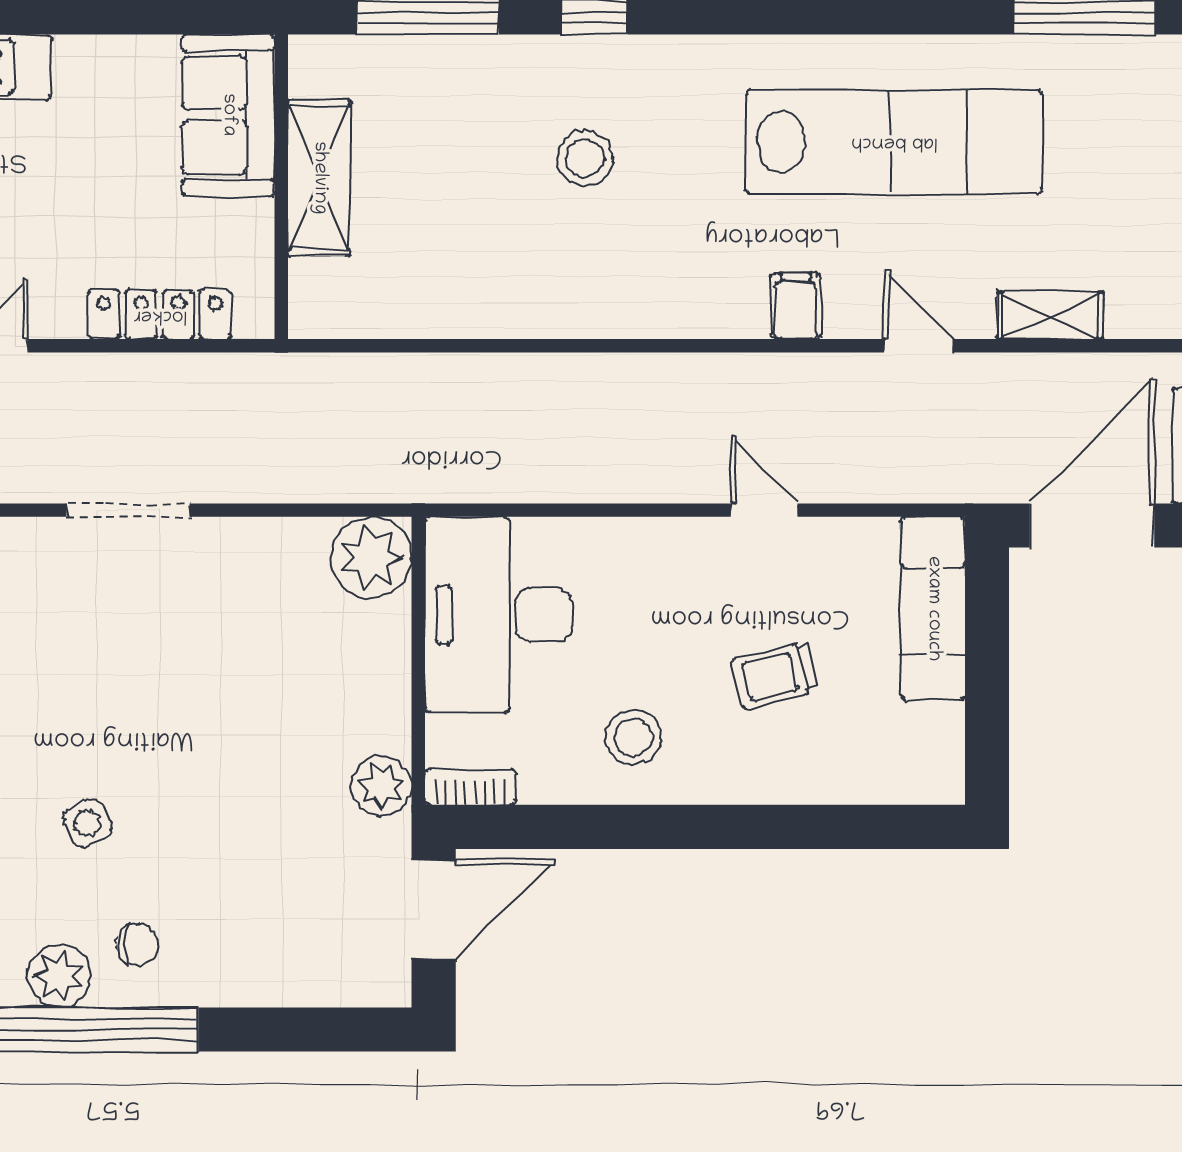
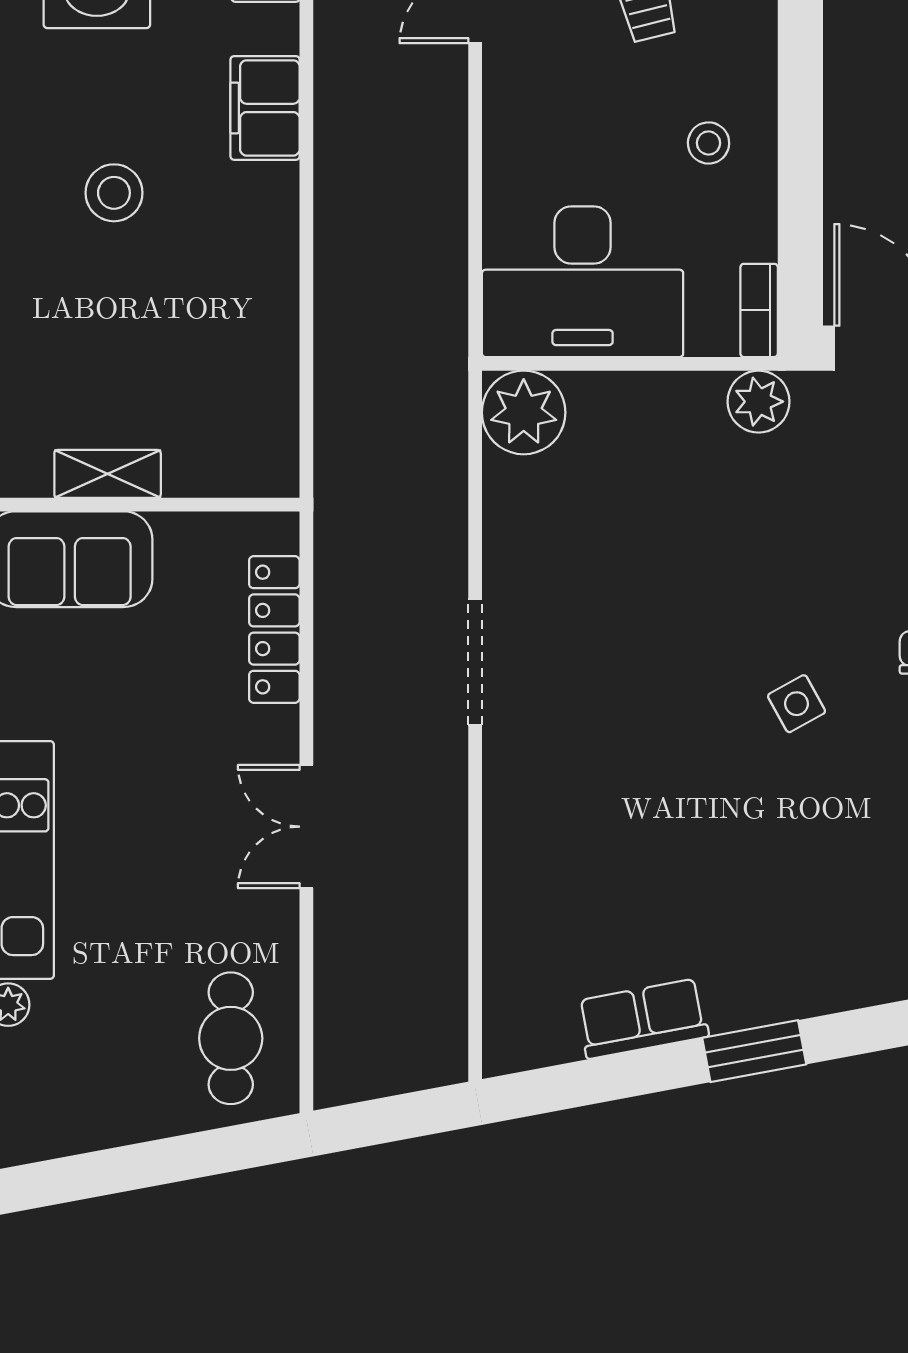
shelving: (319, 178) -> (108, 474), width x0.67, depth x0.75
filing cabinet: (668, 305) -> (265, 108), added
stool: (633, 737) -> (709, 143), width x0.73, depth x0.73

